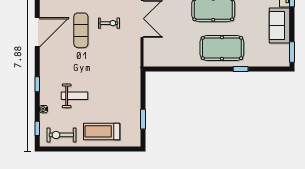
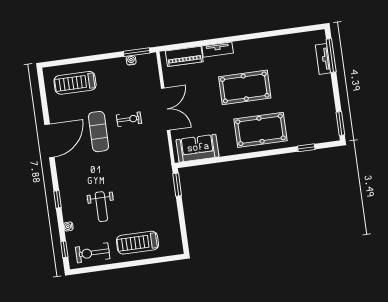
sofa: (280, 26) -> (198, 148), moved, turned 90
window: (241, 69) -> (306, 148), moved
weight bench: (75, 96) -> (101, 207), turned 90
window: (143, 119) -> (177, 185), moved

